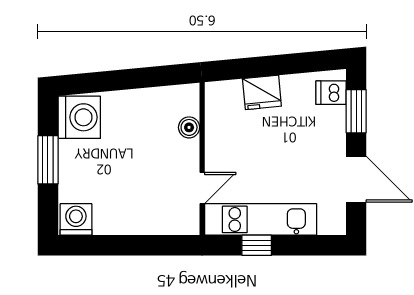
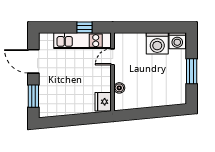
fridge: (262, 92) -> (103, 102), moved, turned -85
dishwasher: (331, 93) -> (46, 106), removed
washing machine: (79, 117) -> (157, 43), moved, turned -90

